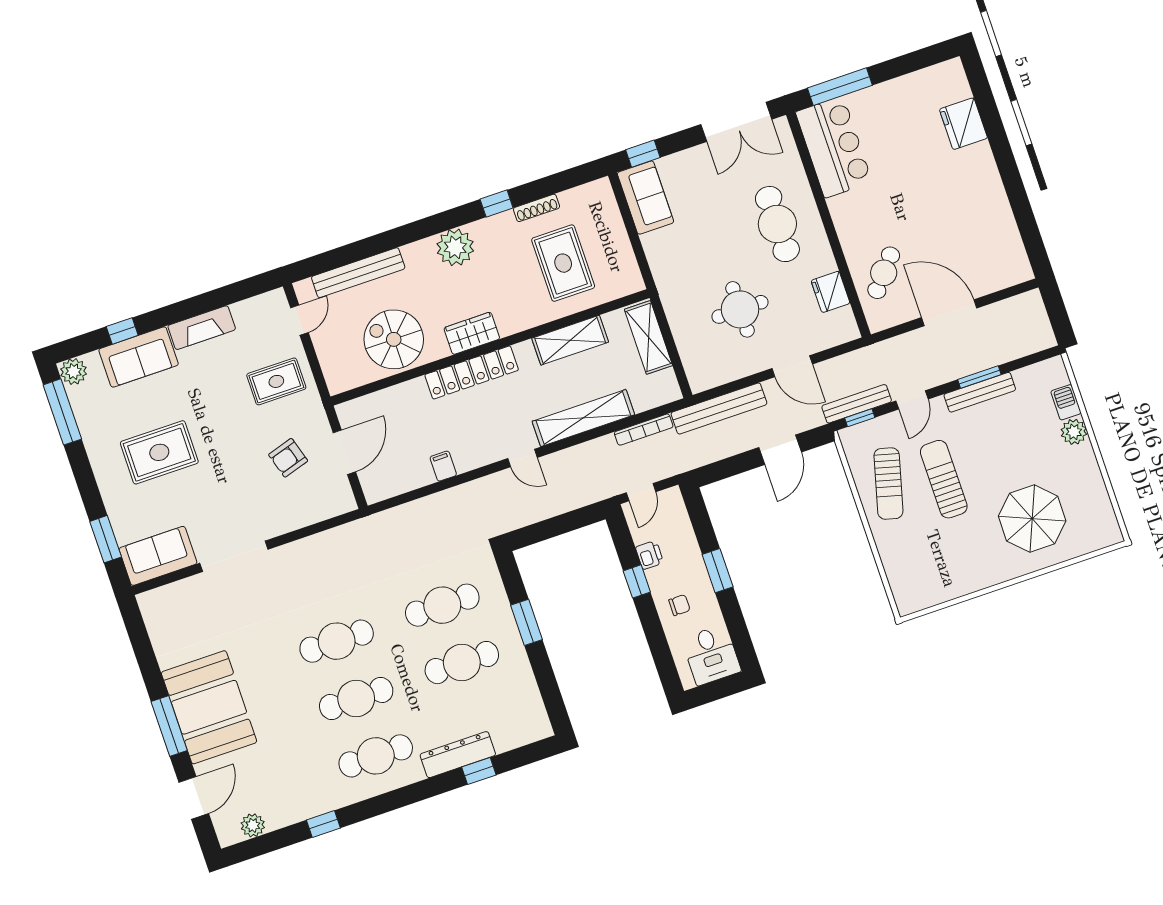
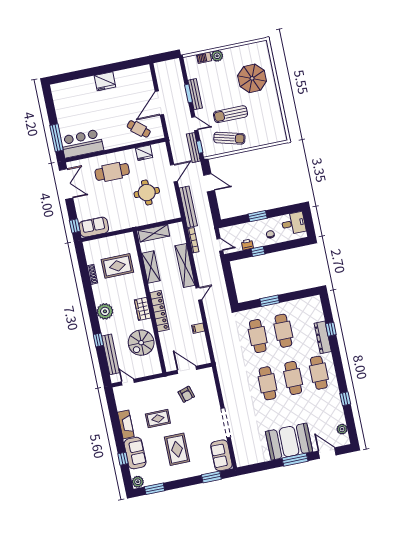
fridge: (963, 124) -> (105, 81), moved
window: (497, 204) -> (98, 340), moved
rug: (276, 381) -> (158, 419), moved, turned 90
window: (62, 412) -> (155, 489), width x0.69

